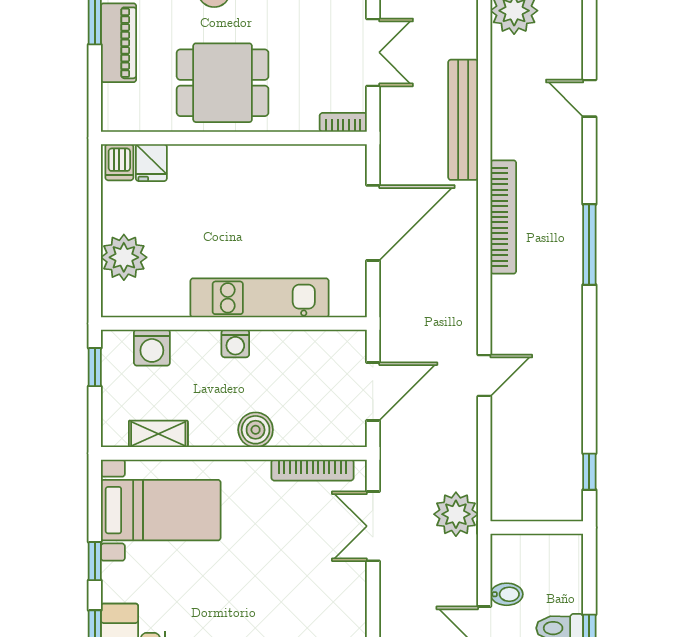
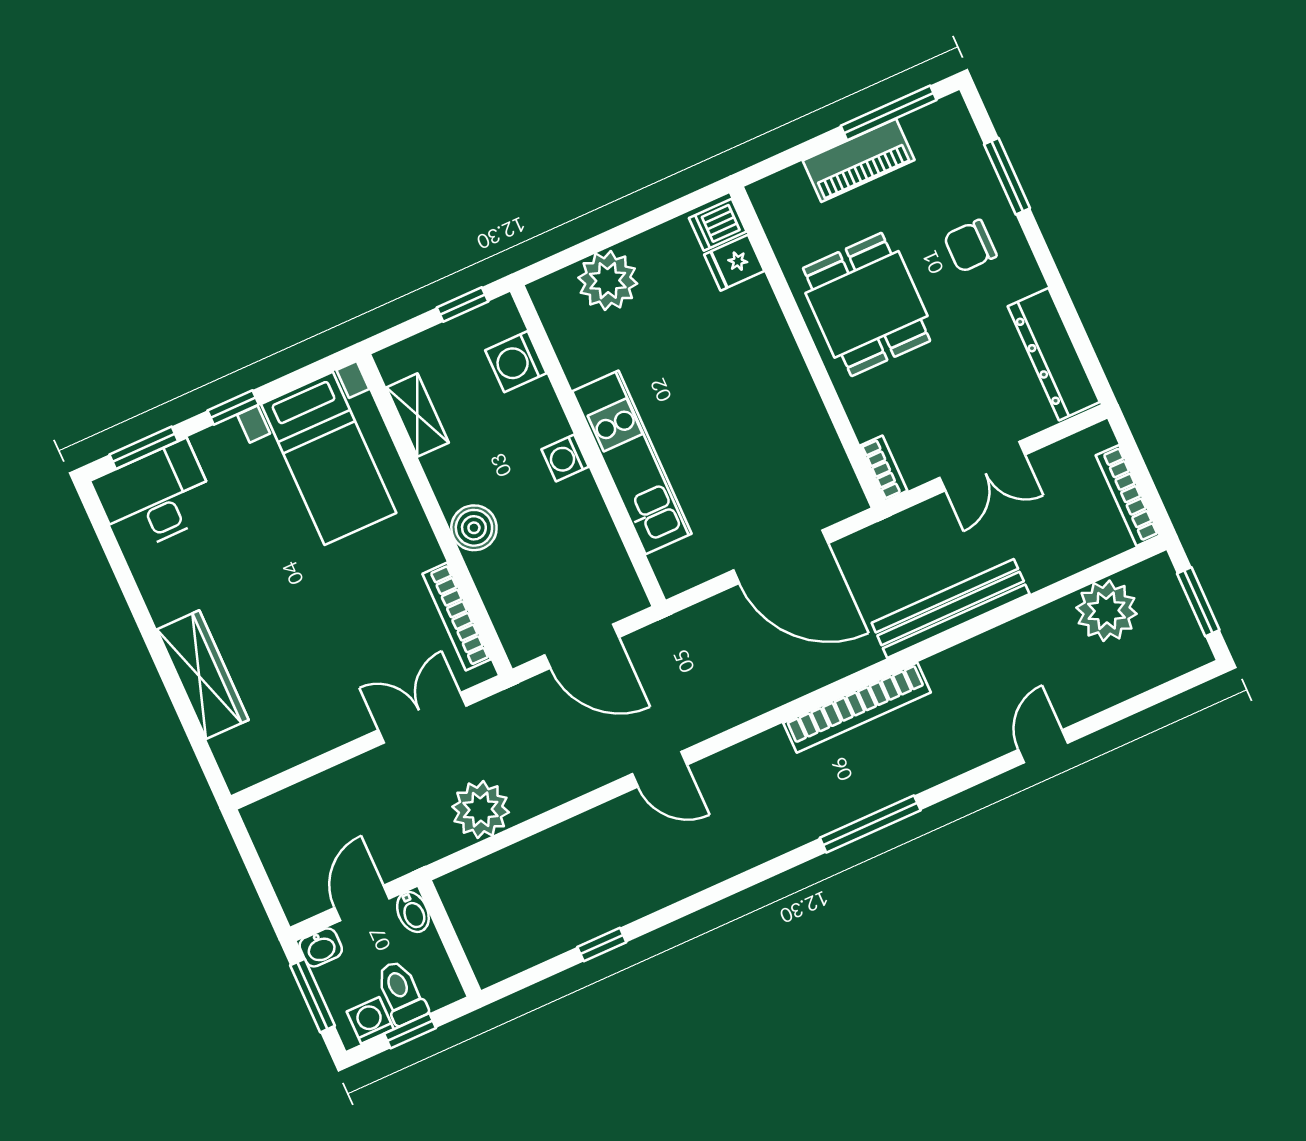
wall: (537, 528) -> (449, 938), moved

